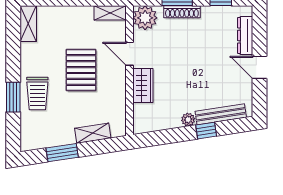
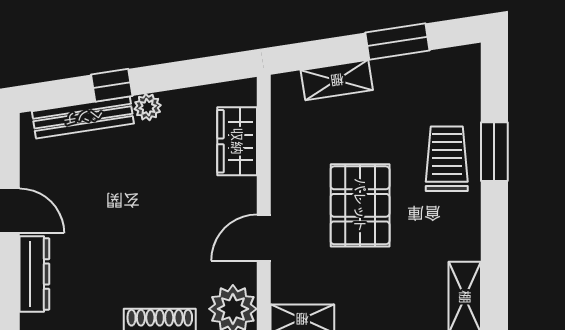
door: (130, 54) -> (264, 238), swing flipped
wardrobe: (143, 85) -> (237, 141), moved

